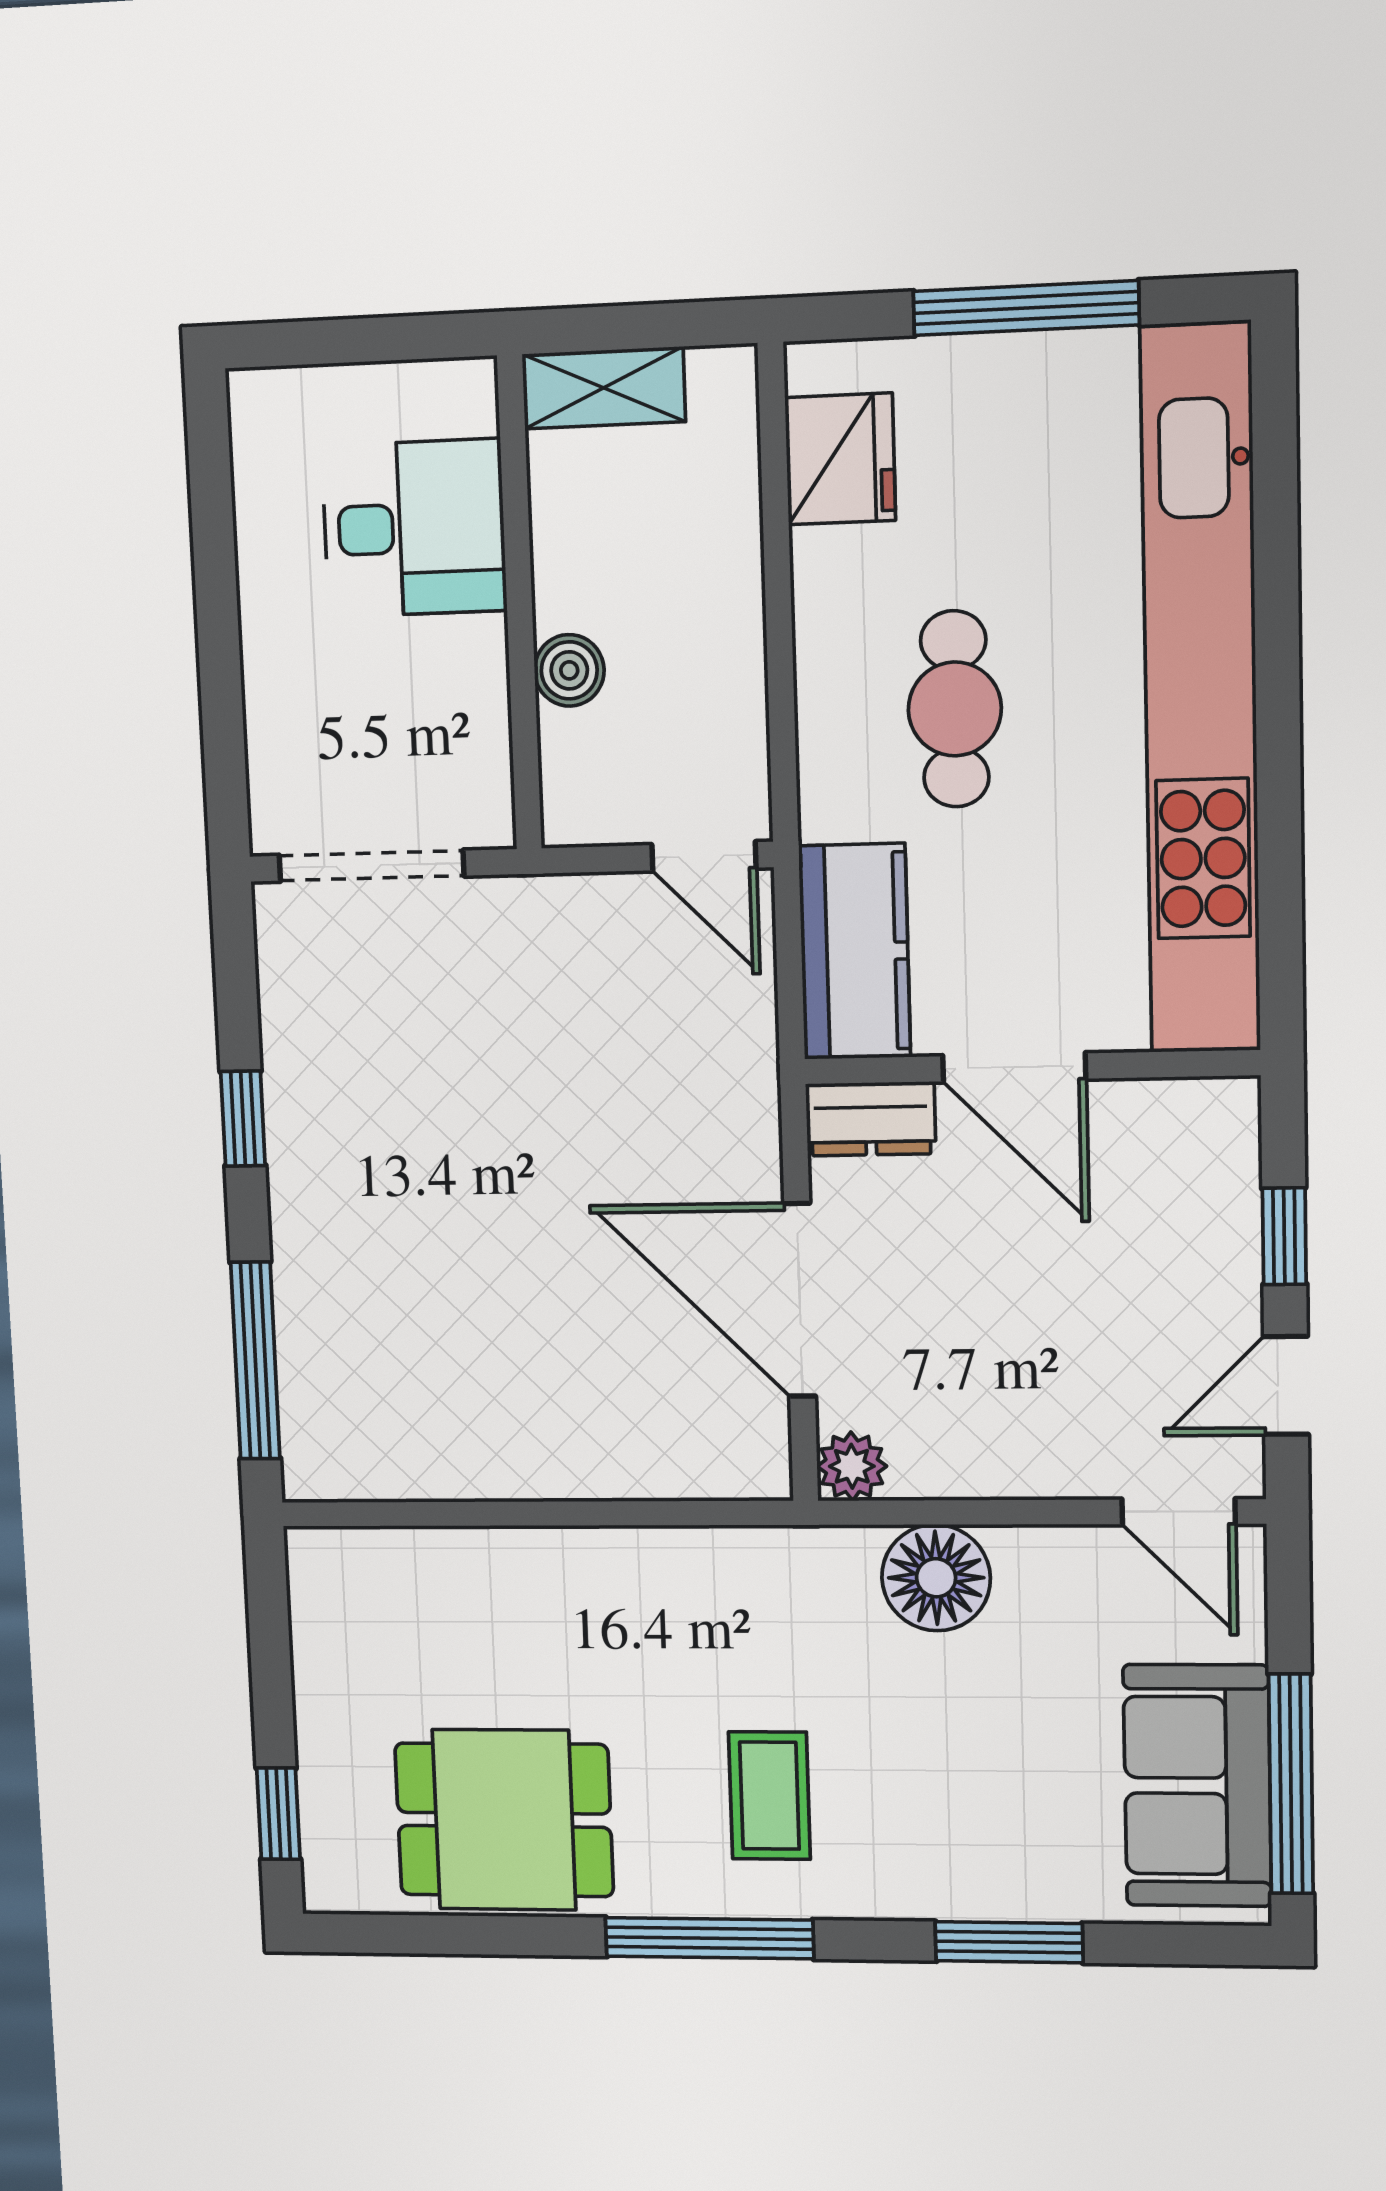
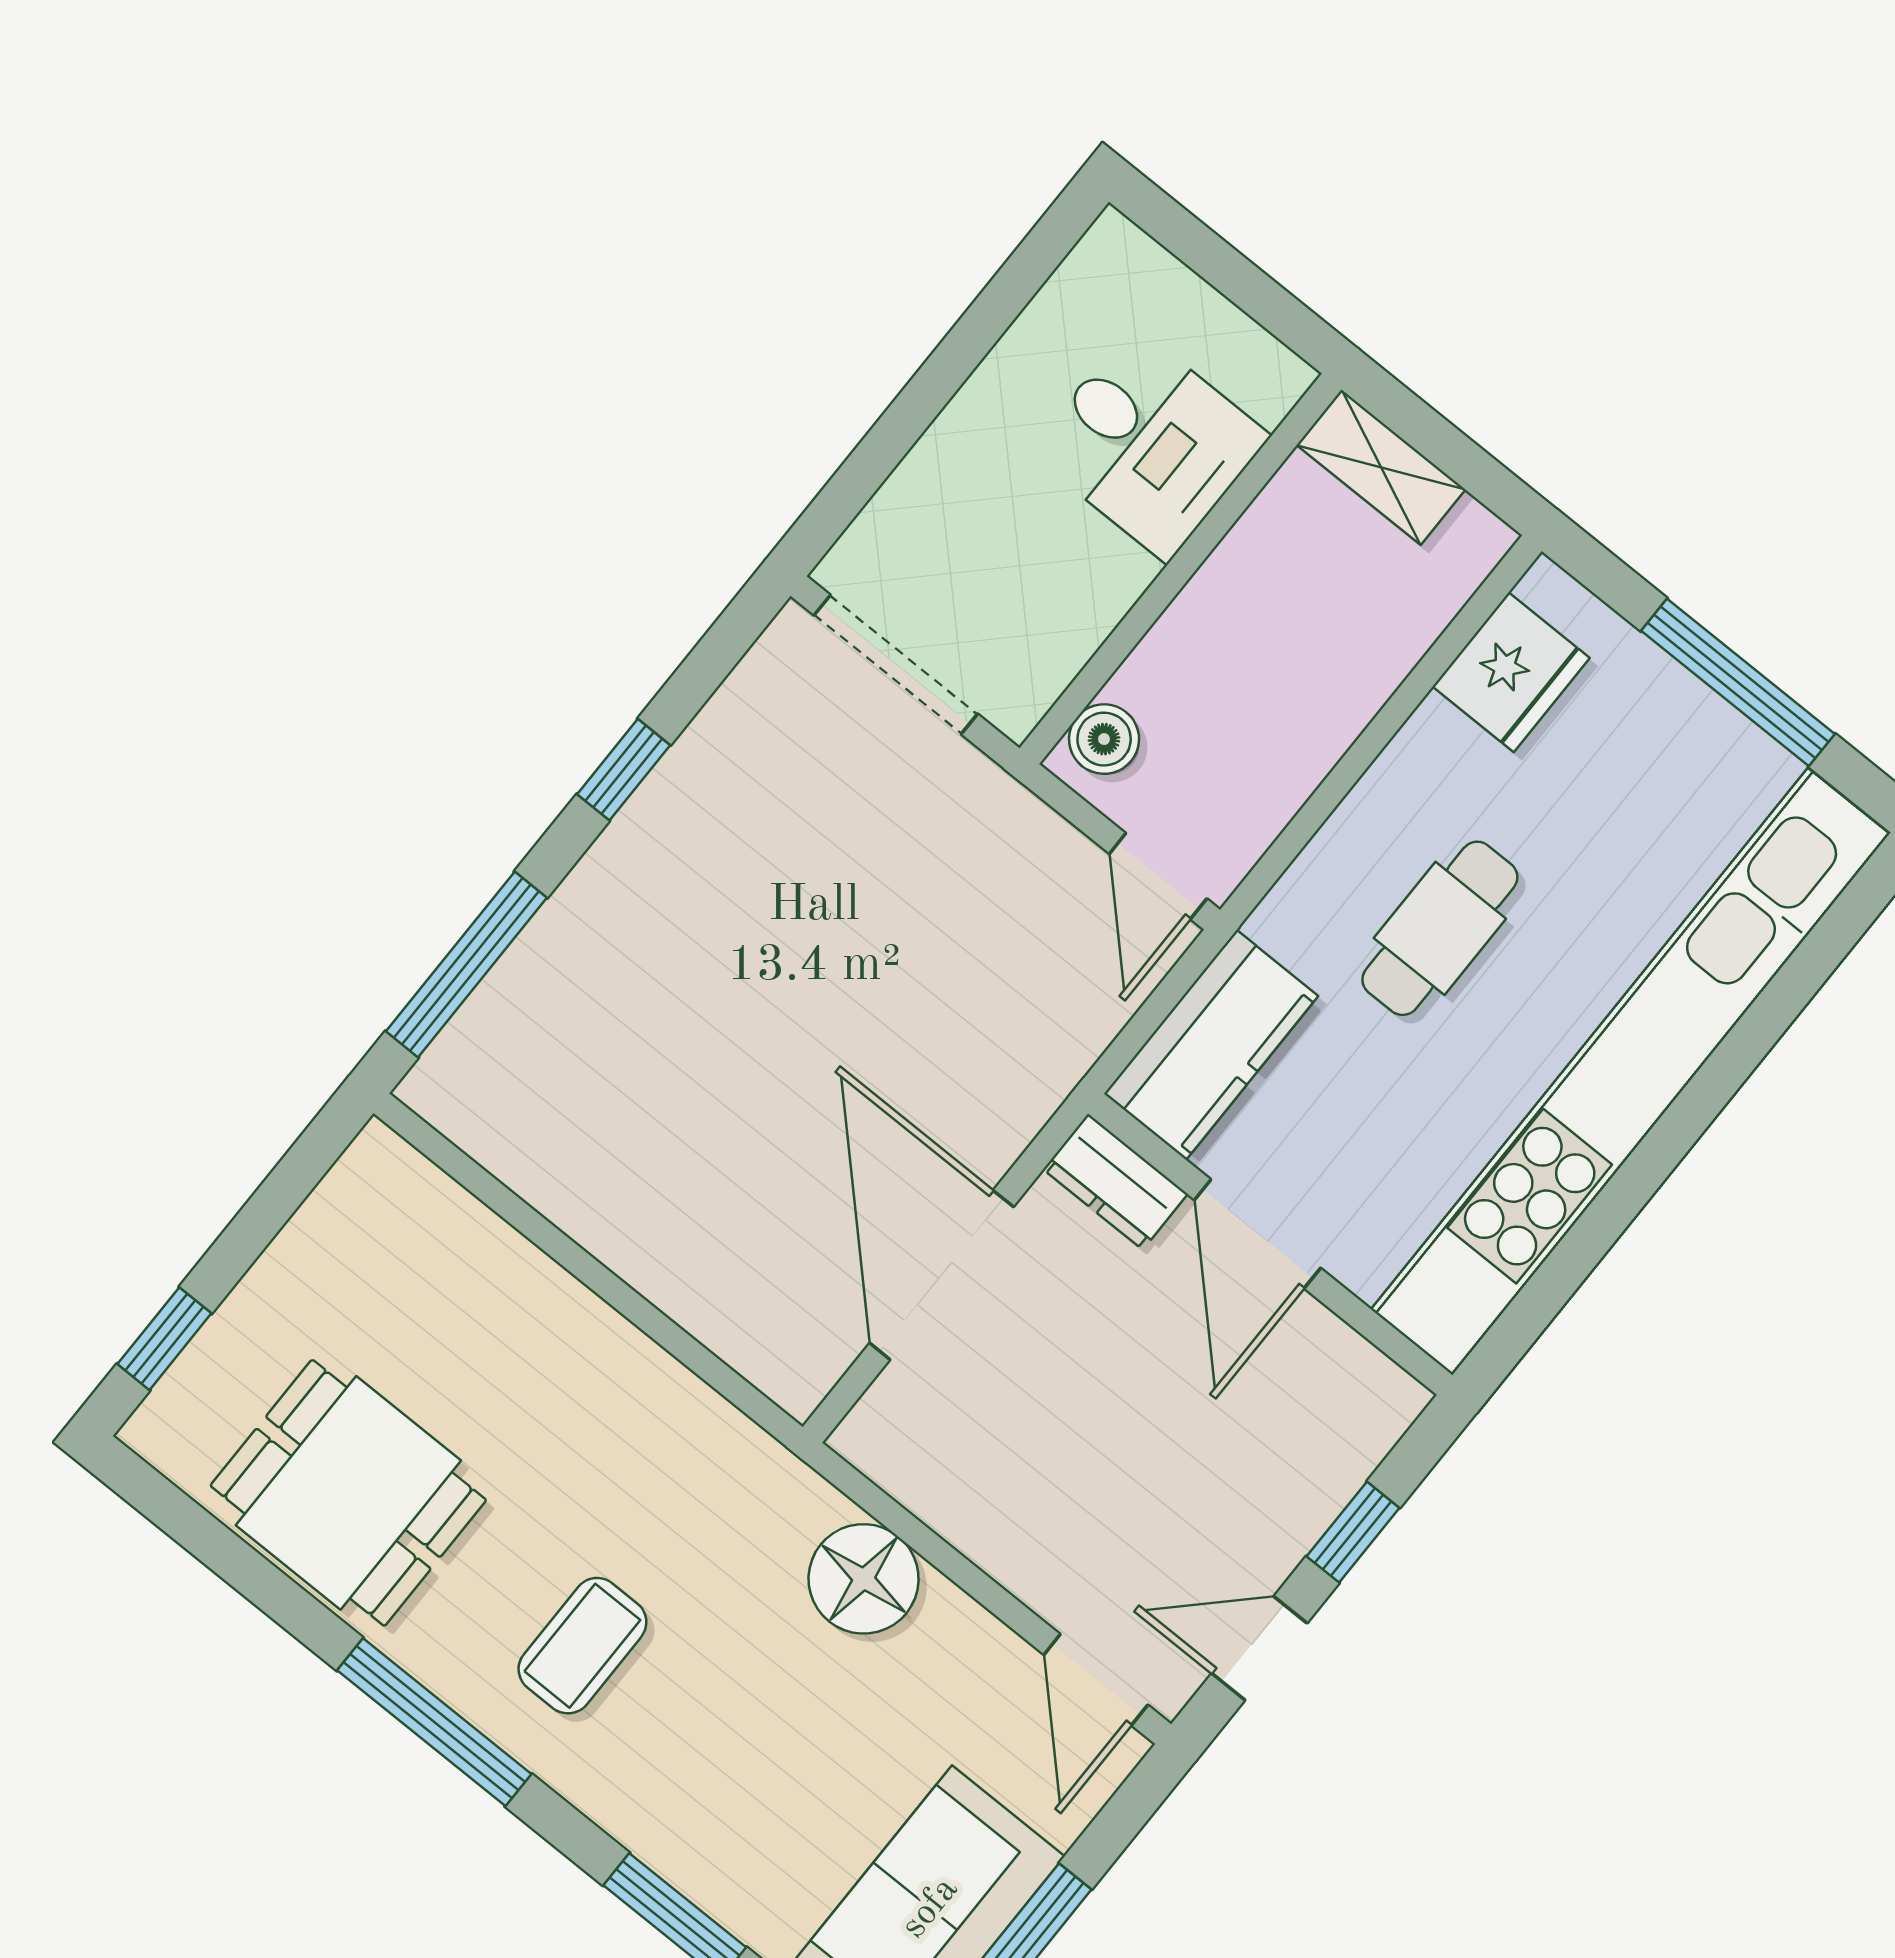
boiler: (569, 670) -> (1104, 739), moved
plant: (852, 1466) -> (872, 1438), removed

